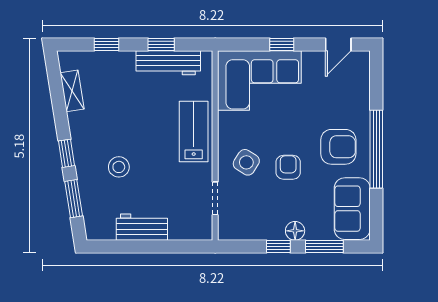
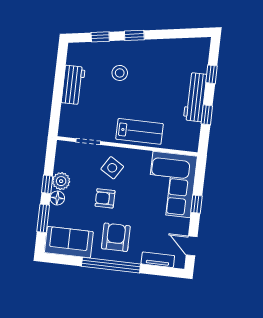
workbench: (168, 63) -> (195, 97), moved
tv unit: (362, 87) -> (158, 260), added
shelving: (72, 91) -> (180, 45), removed
armchair: (338, 147) -> (116, 237), turned 180
armchair: (288, 167) -> (105, 198), turned 180
window: (74, 199) -> (100, 37), width x0.67
plant: (272, 228) -> (61, 181), added

